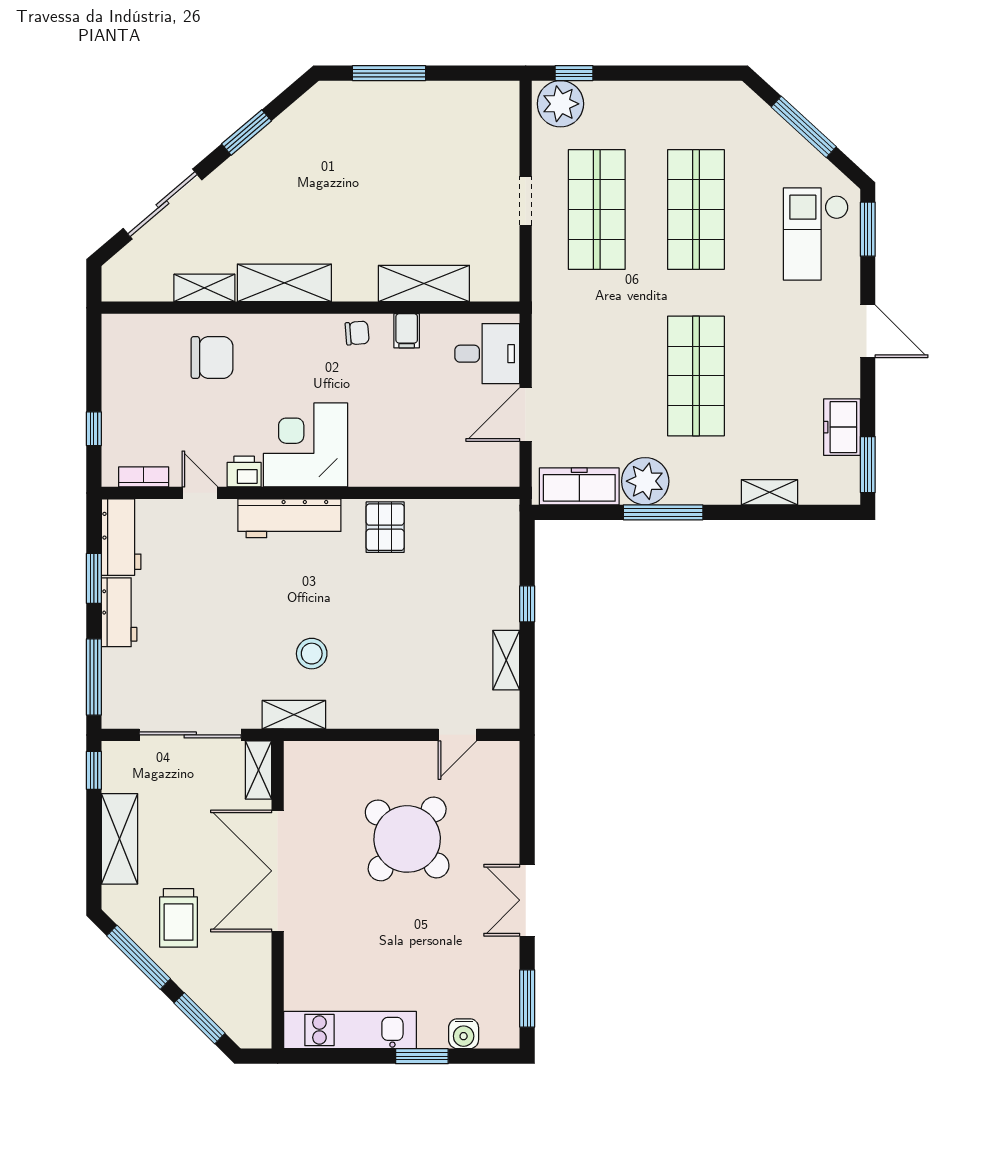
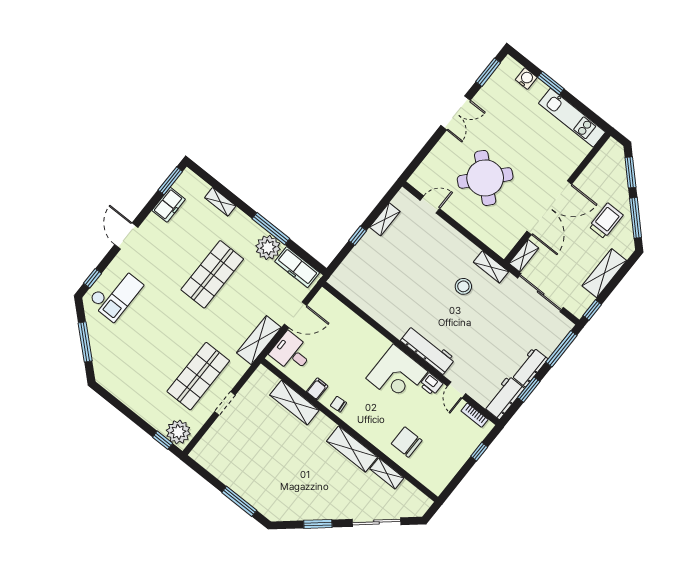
shop shelf: (696, 209) -> (157, 343), removed
window: (868, 229) -> (92, 278), width x0.67
shelving: (550, 334) -> (259, 340), added
pallet: (385, 527) -> (391, 314), removed

